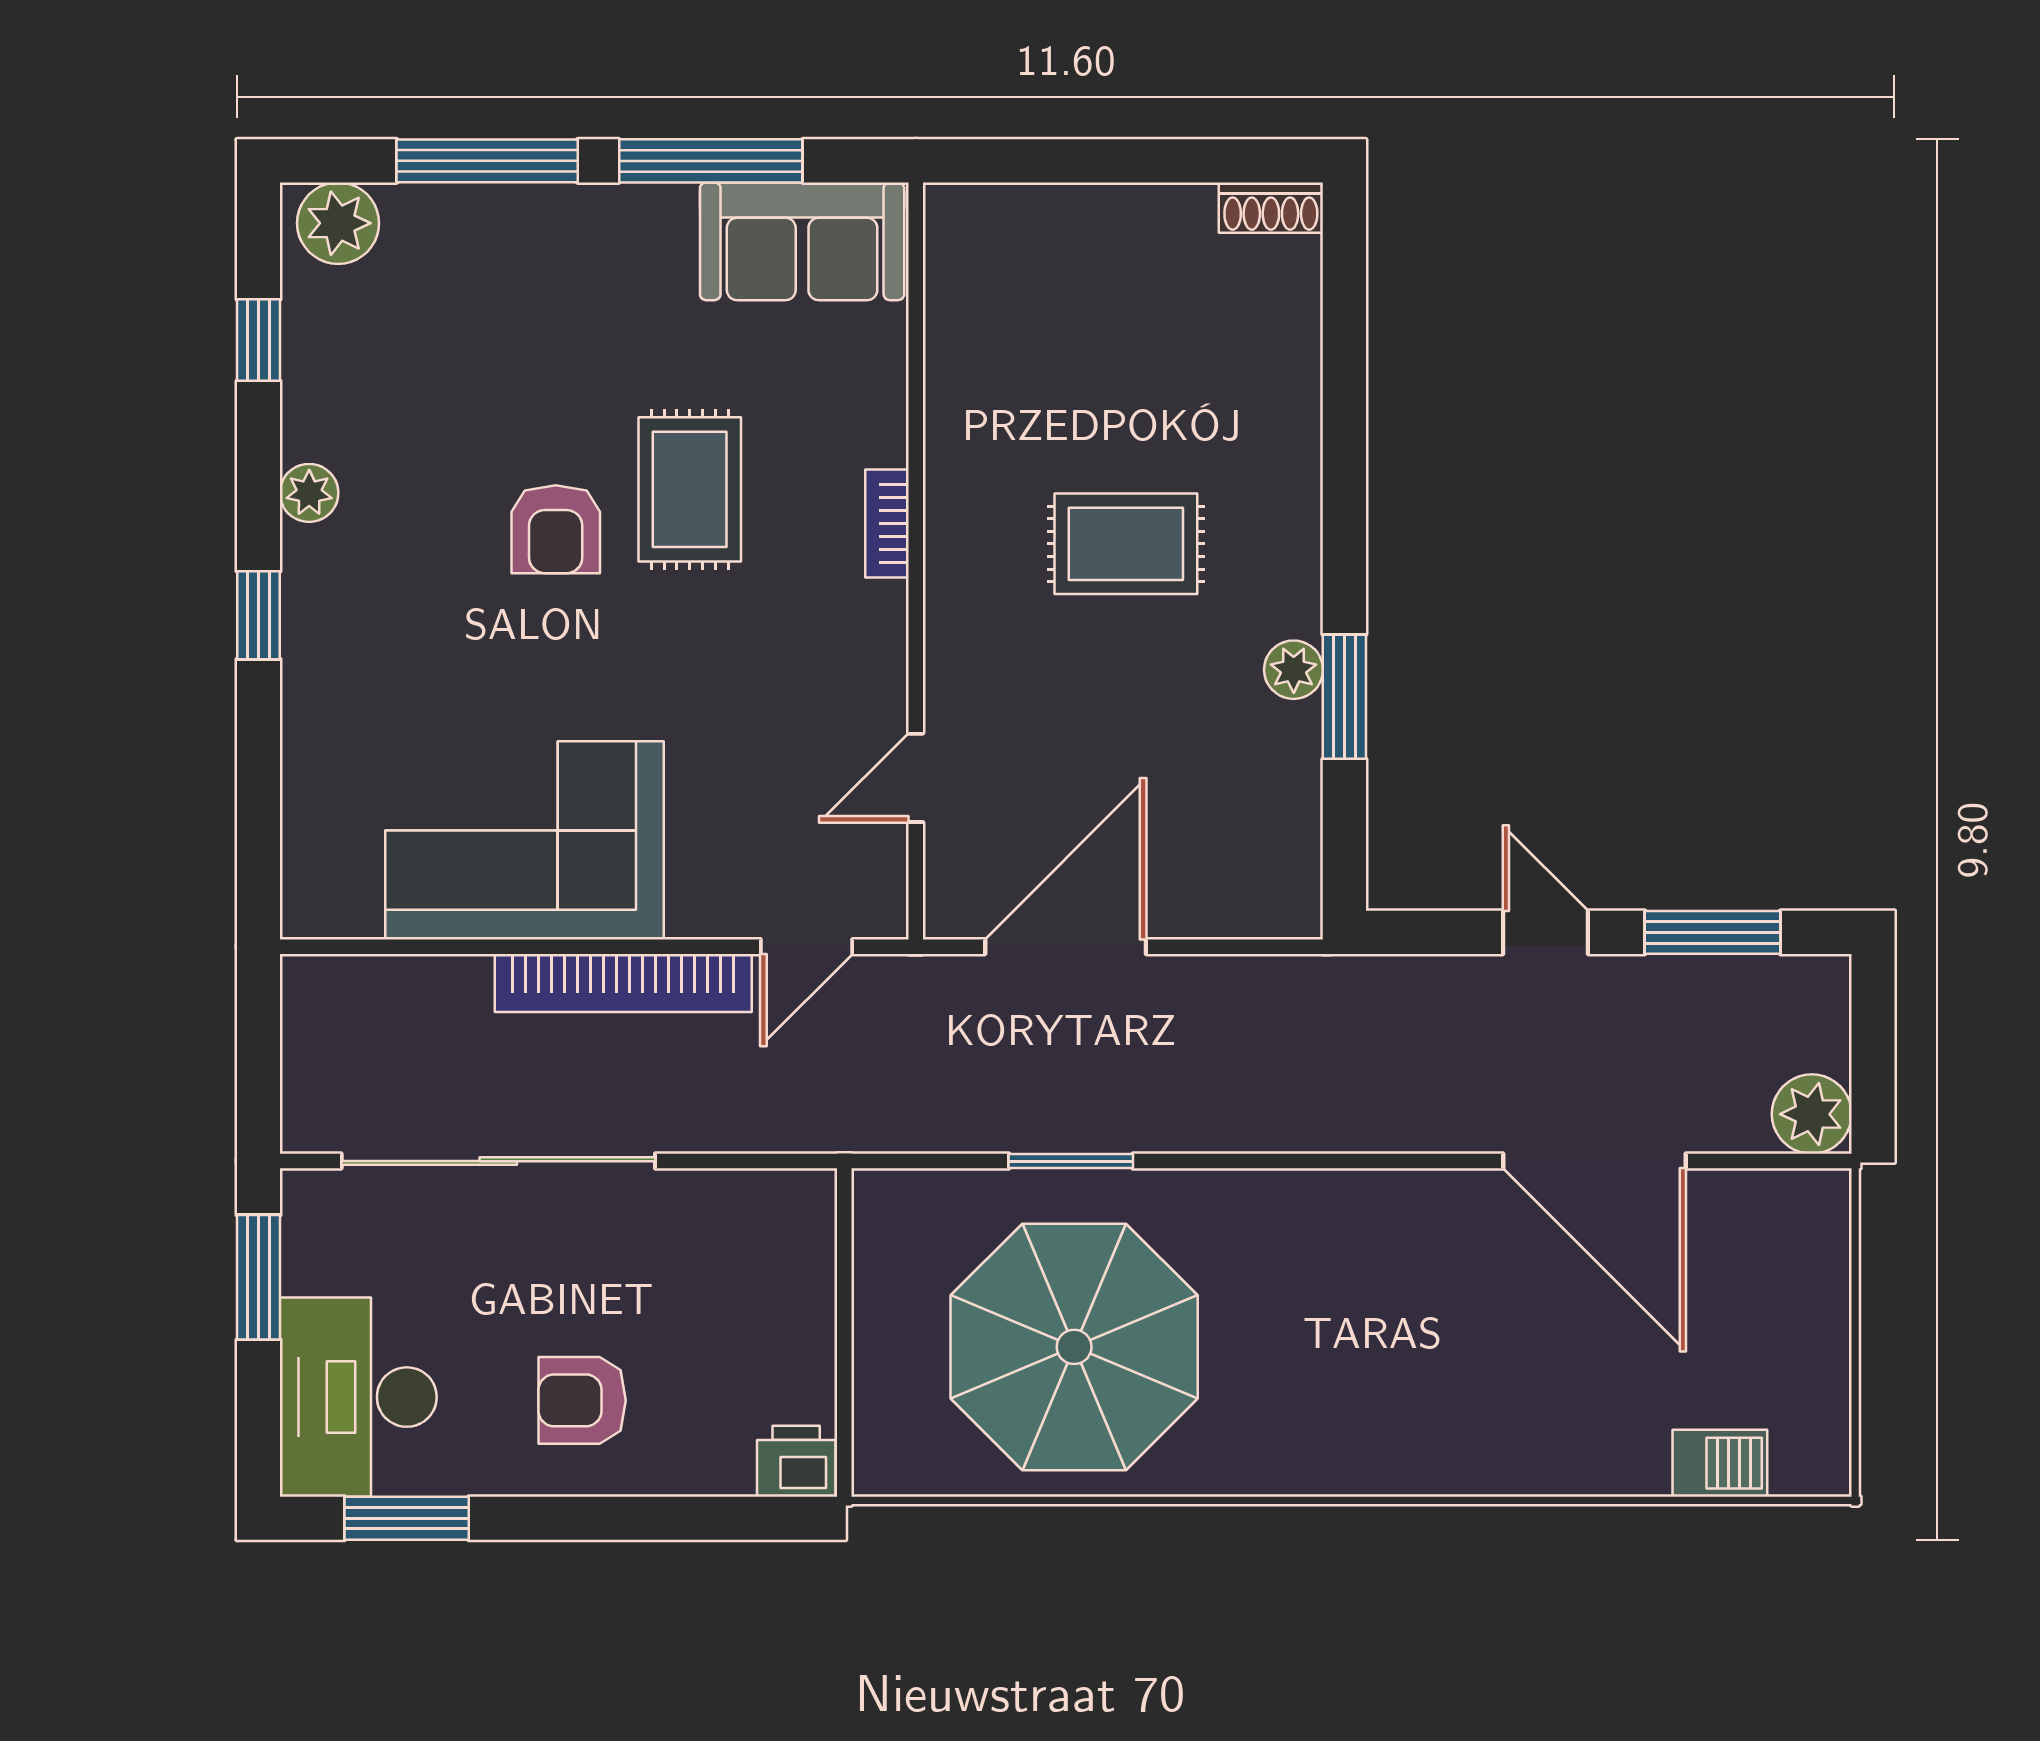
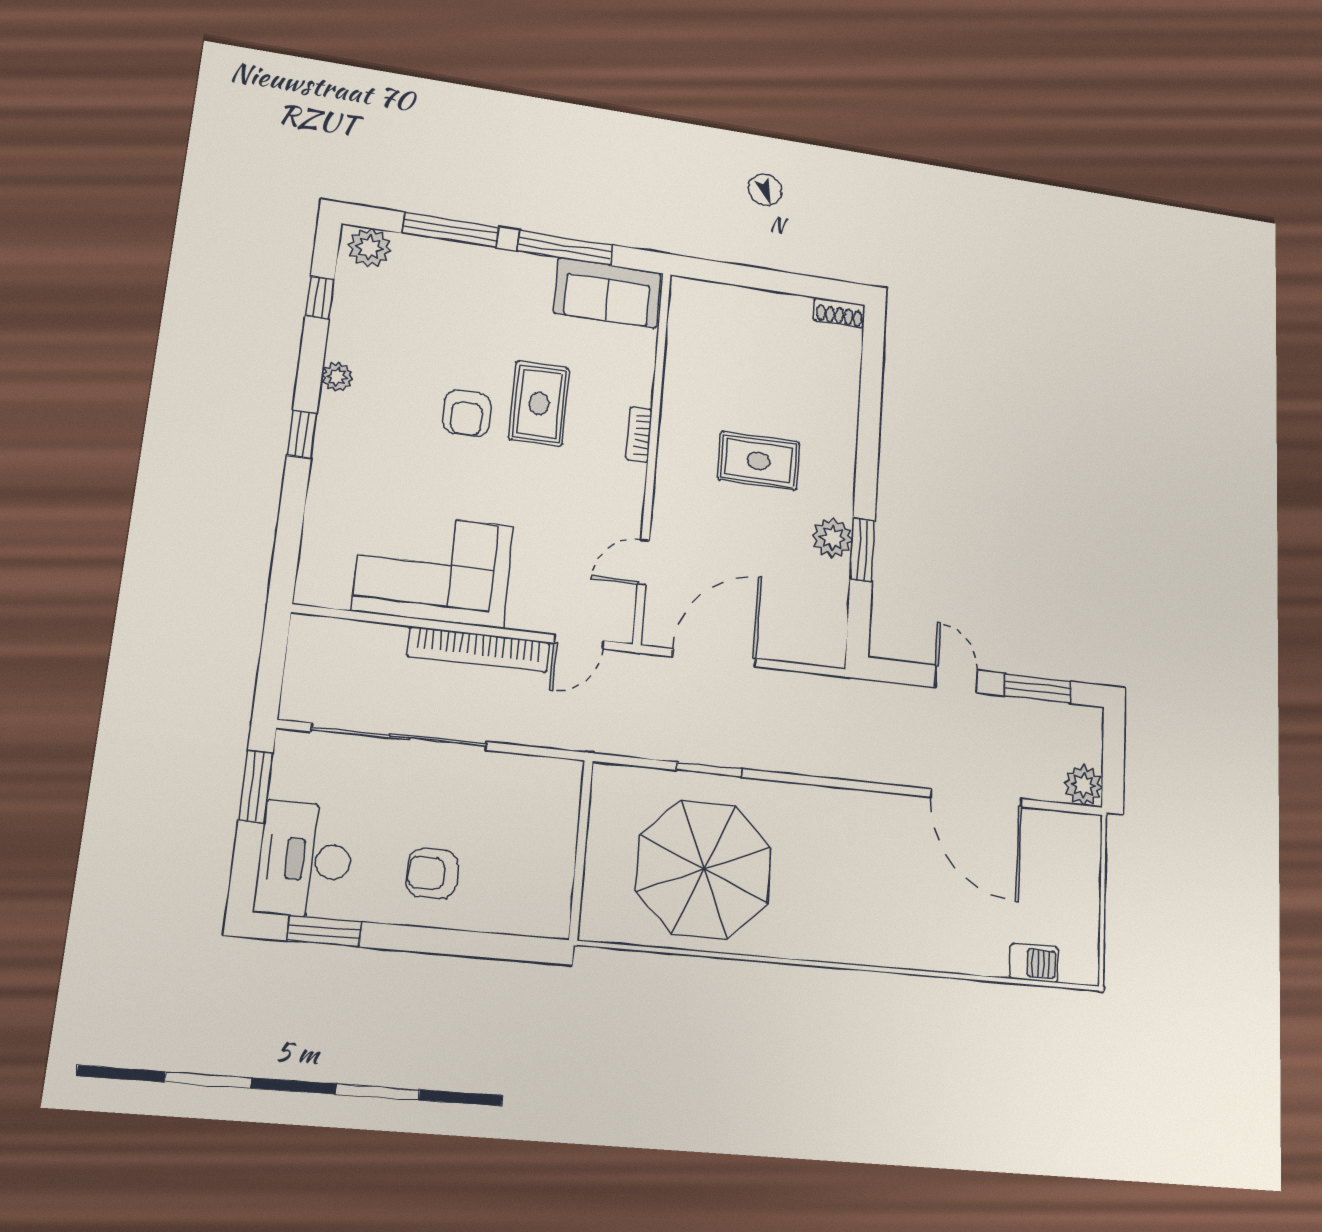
plant: (1294, 670) -> (832, 538), width x1.38, depth x1.38
printer: (796, 1461) -> (548, 918), removed

